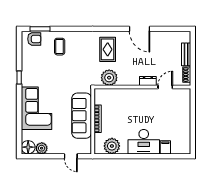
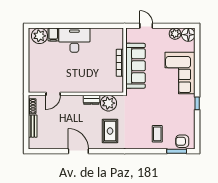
dresser: (148, 81) -> (91, 100), moved
plant: (112, 146) -> (39, 36), moved

